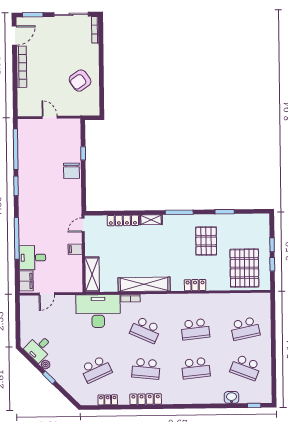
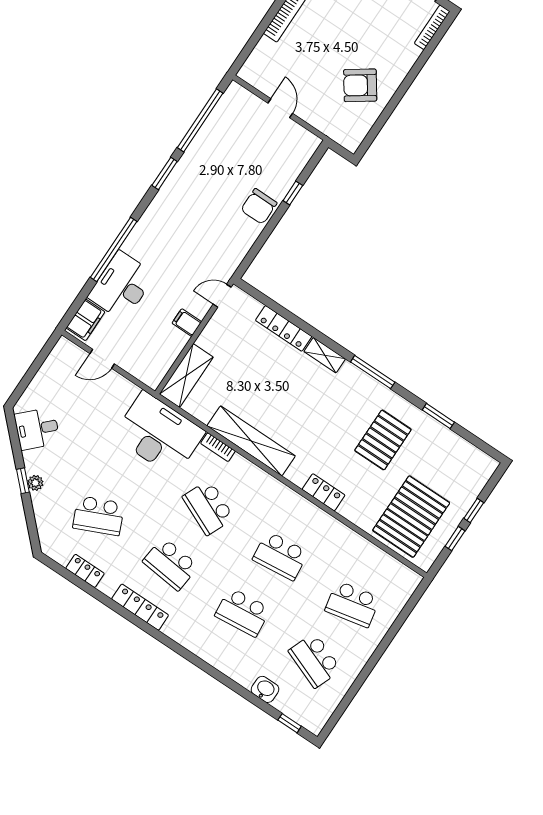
desk: (32, 258) -> (122, 286), width x1.37
plant: (46, 365) -> (35, 483), moved

